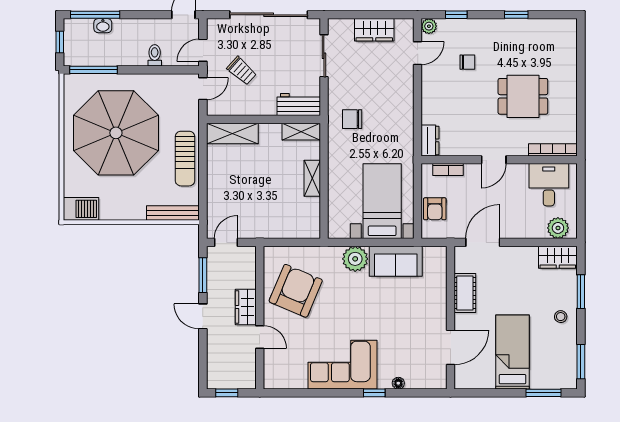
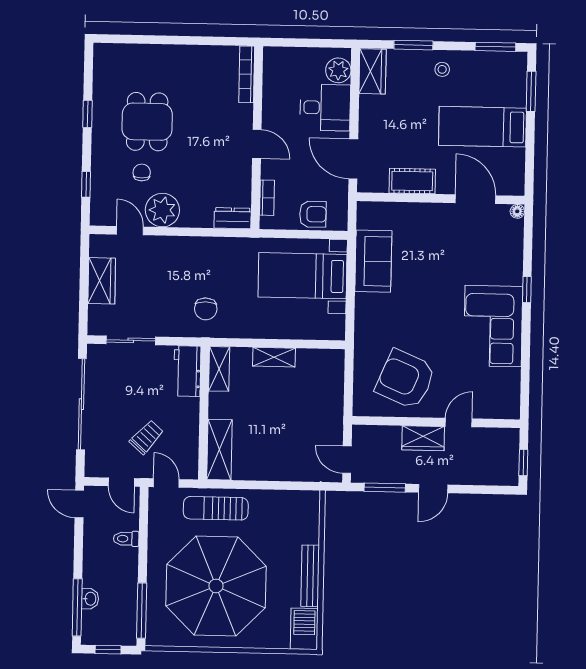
plant: (429, 26) -> (162, 210), moved, width x1.88, depth x1.88
dining table: (523, 96) -> (147, 122), moved
sun lounger: (185, 159) -> (216, 508), moved, turned 180
desk: (549, 185) -> (325, 108), moved, turned 180
bench: (173, 213) -> (310, 576), moved
plant: (355, 259) -> (369, 309), removed
floor lamp: (398, 383) -> (517, 211), moved

